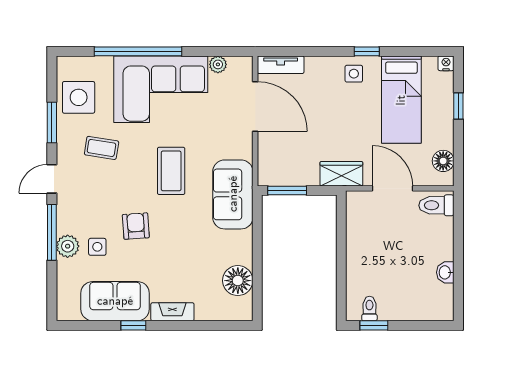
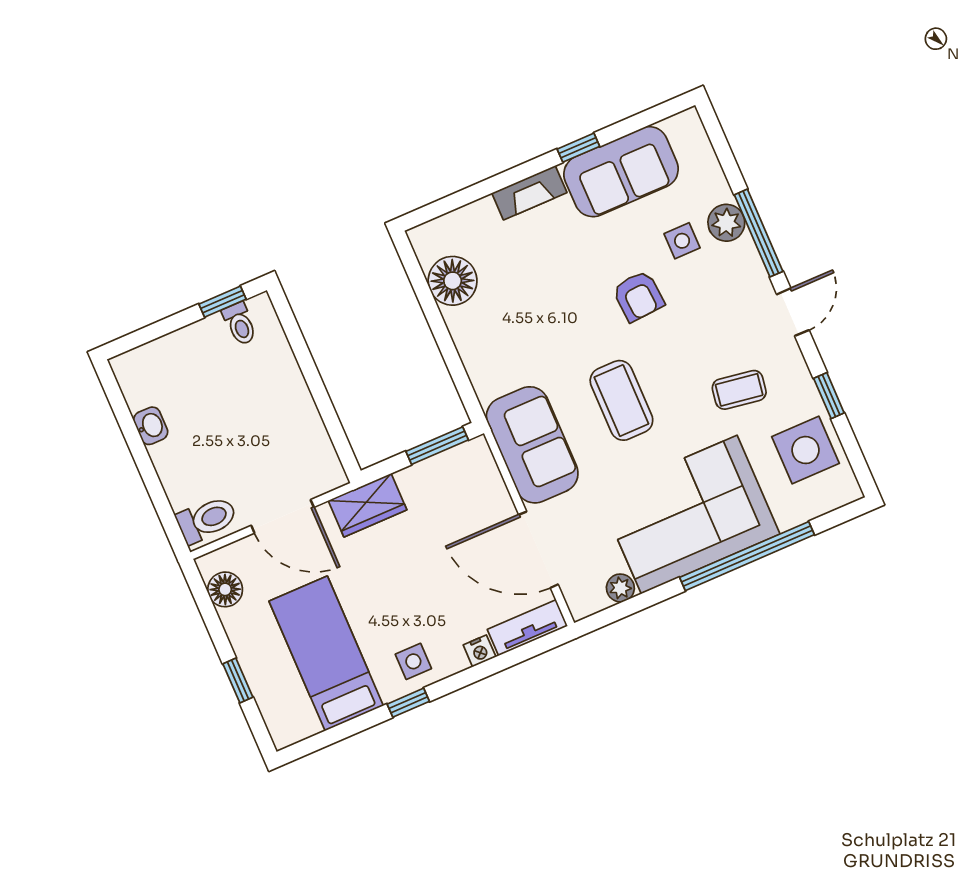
nightstand: (446, 63) -> (480, 651), moved
window: (52, 123) -> (829, 396), width x0.67
sofa: (233, 194) -> (532, 445), moved

